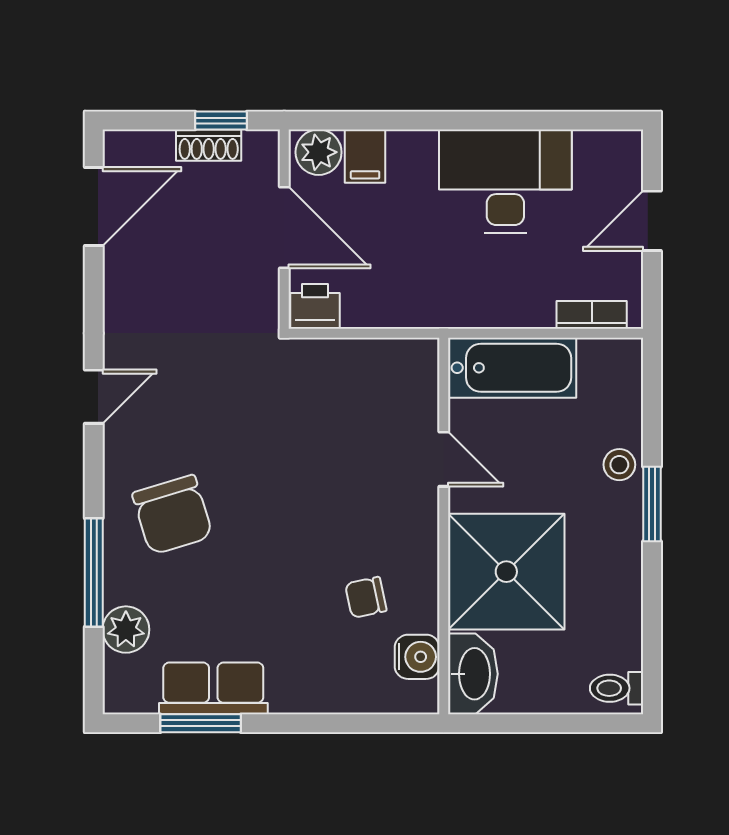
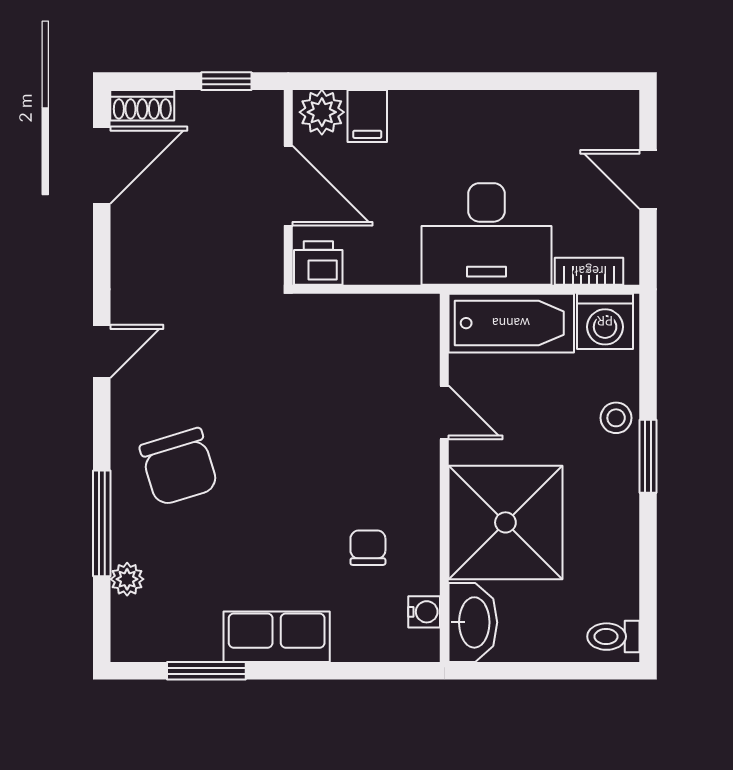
shoe rack: (209, 145) -> (142, 105), moved
desk: (505, 181) -> (486, 234), moved, turned 180
door: (652, 221) -> (648, 179), hinge flipped
washing machine: (608, 366) -> (605, 321), added
chair: (366, 597) -> (368, 548), turned 102
plant: (126, 630) -> (127, 579), width x0.73, depth x0.73
water cooler: (417, 657) -> (424, 612), width x0.72, depth x0.72
row of seats: (213, 688) -> (277, 637), moved

